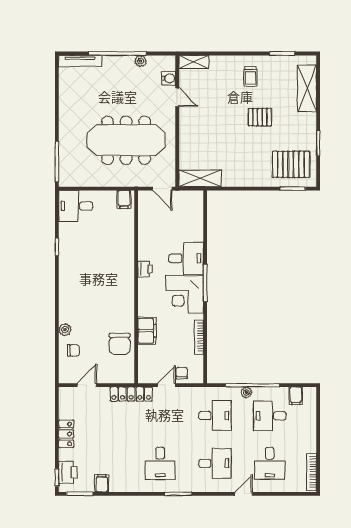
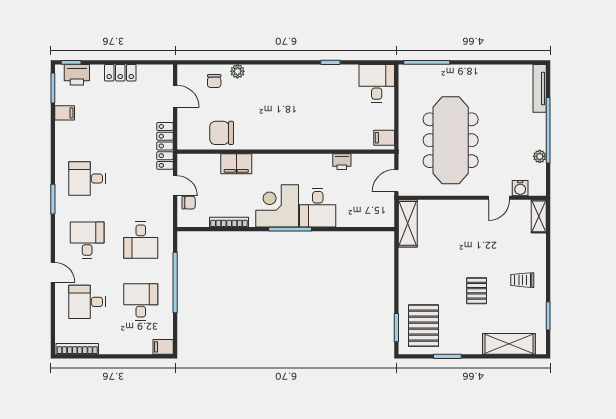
printer: (145, 269) -> (342, 162), moved
plant: (246, 392) -> (167, 275), removed
filing cabinet: (296, 396) -> (163, 347), moved
desk: (215, 463) -> (87, 240), turned 180

